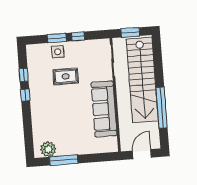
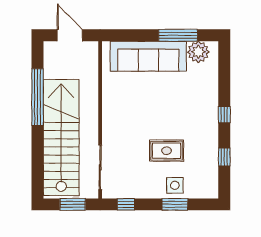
window: (78, 36) -> (126, 204), moved
window: (25, 95) -> (224, 115), moved
sofa: (104, 109) -> (148, 56), moved, turned 90
door: (142, 154) -> (70, 35), swing flipped

